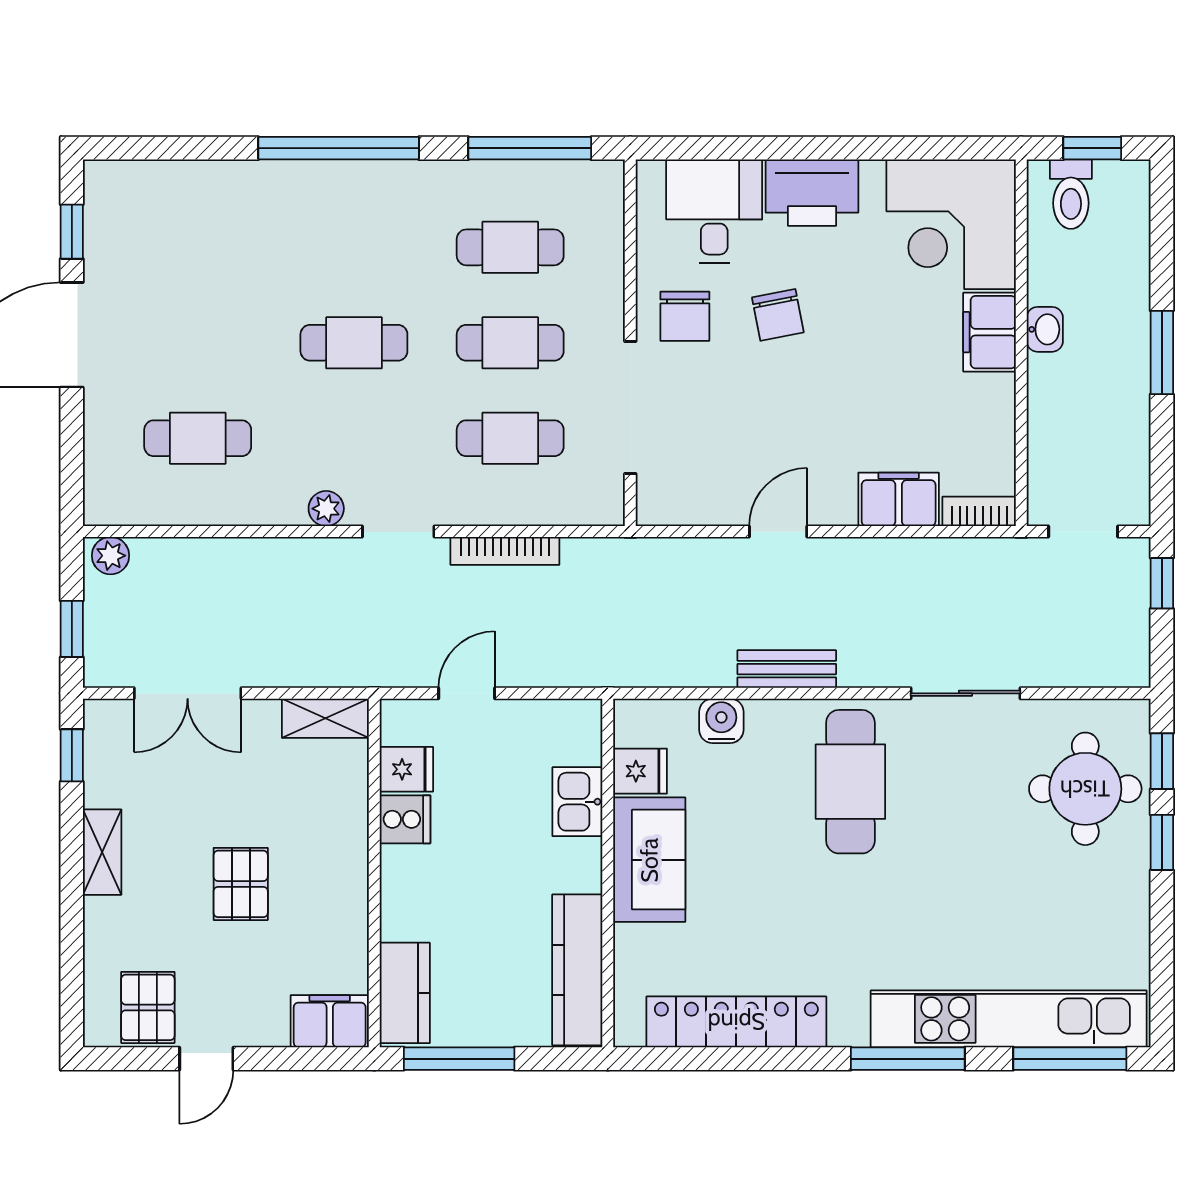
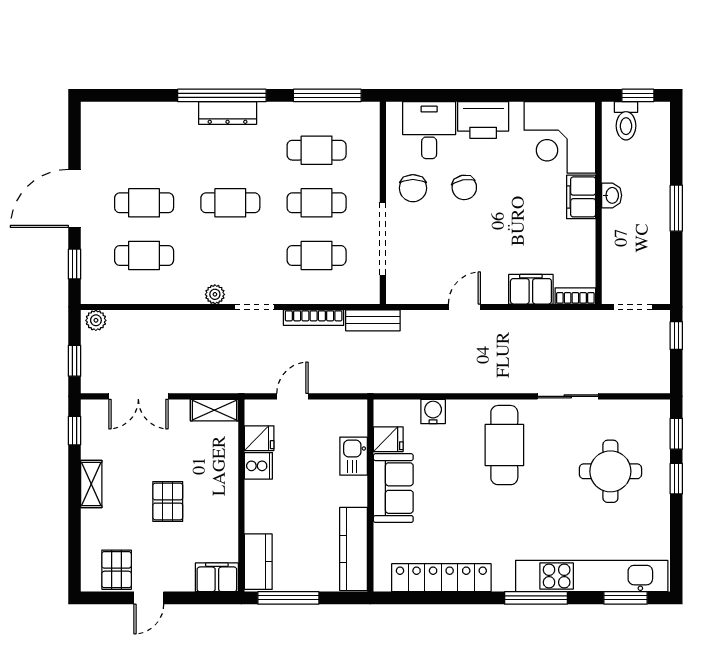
dresser: (349, 180) -> (228, 113), added
window: (72, 232) -> (75, 264), moved
cafe table: (198, 343) -> (144, 203), added
bench: (787, 669) -> (373, 320), moved
round table: (1085, 789) -> (610, 471), moved
window: (1070, 1059) -> (625, 598), width x0.69

